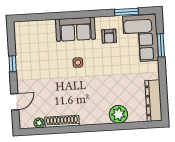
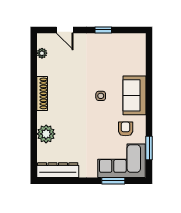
armchair: (109, 36) -> (126, 129), turned 90
shoe rack: (62, 121) -> (42, 93), moved

